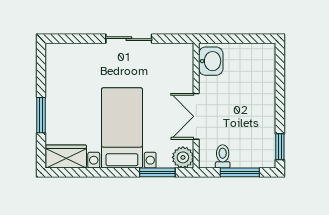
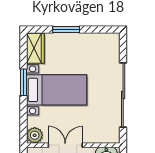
sliding door: (129, 39) -> (123, 95), width x1.86
window: (157, 172) -> (23, 82), moved

